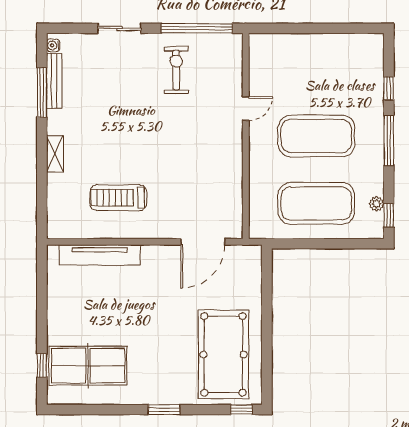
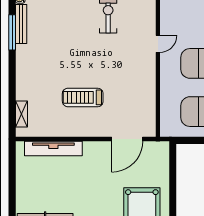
shelving: (55, 154) -> (21, 114), moved
treadmill: (118, 198) -> (83, 97), moved

